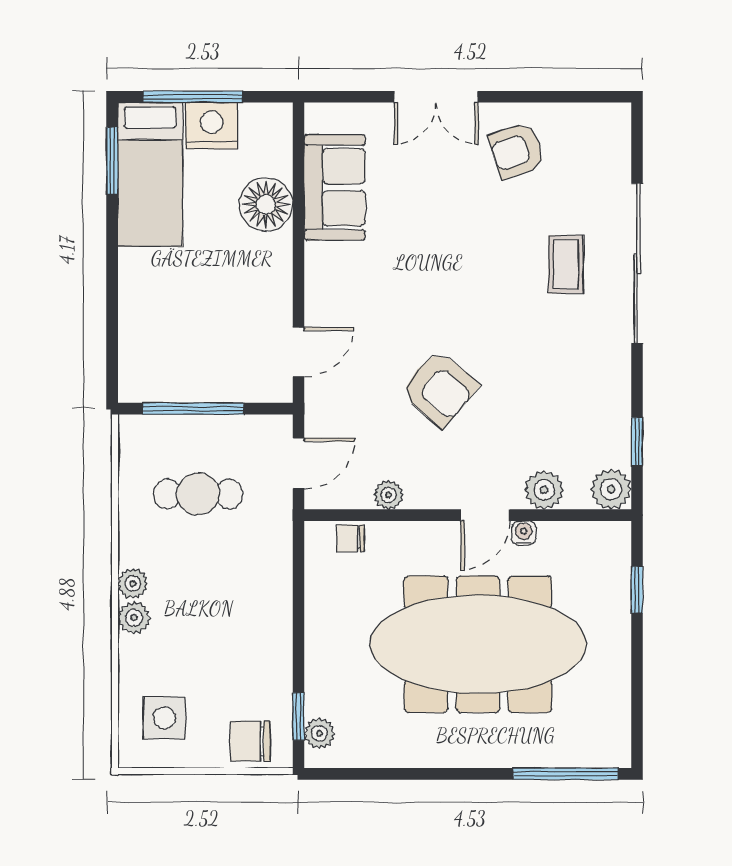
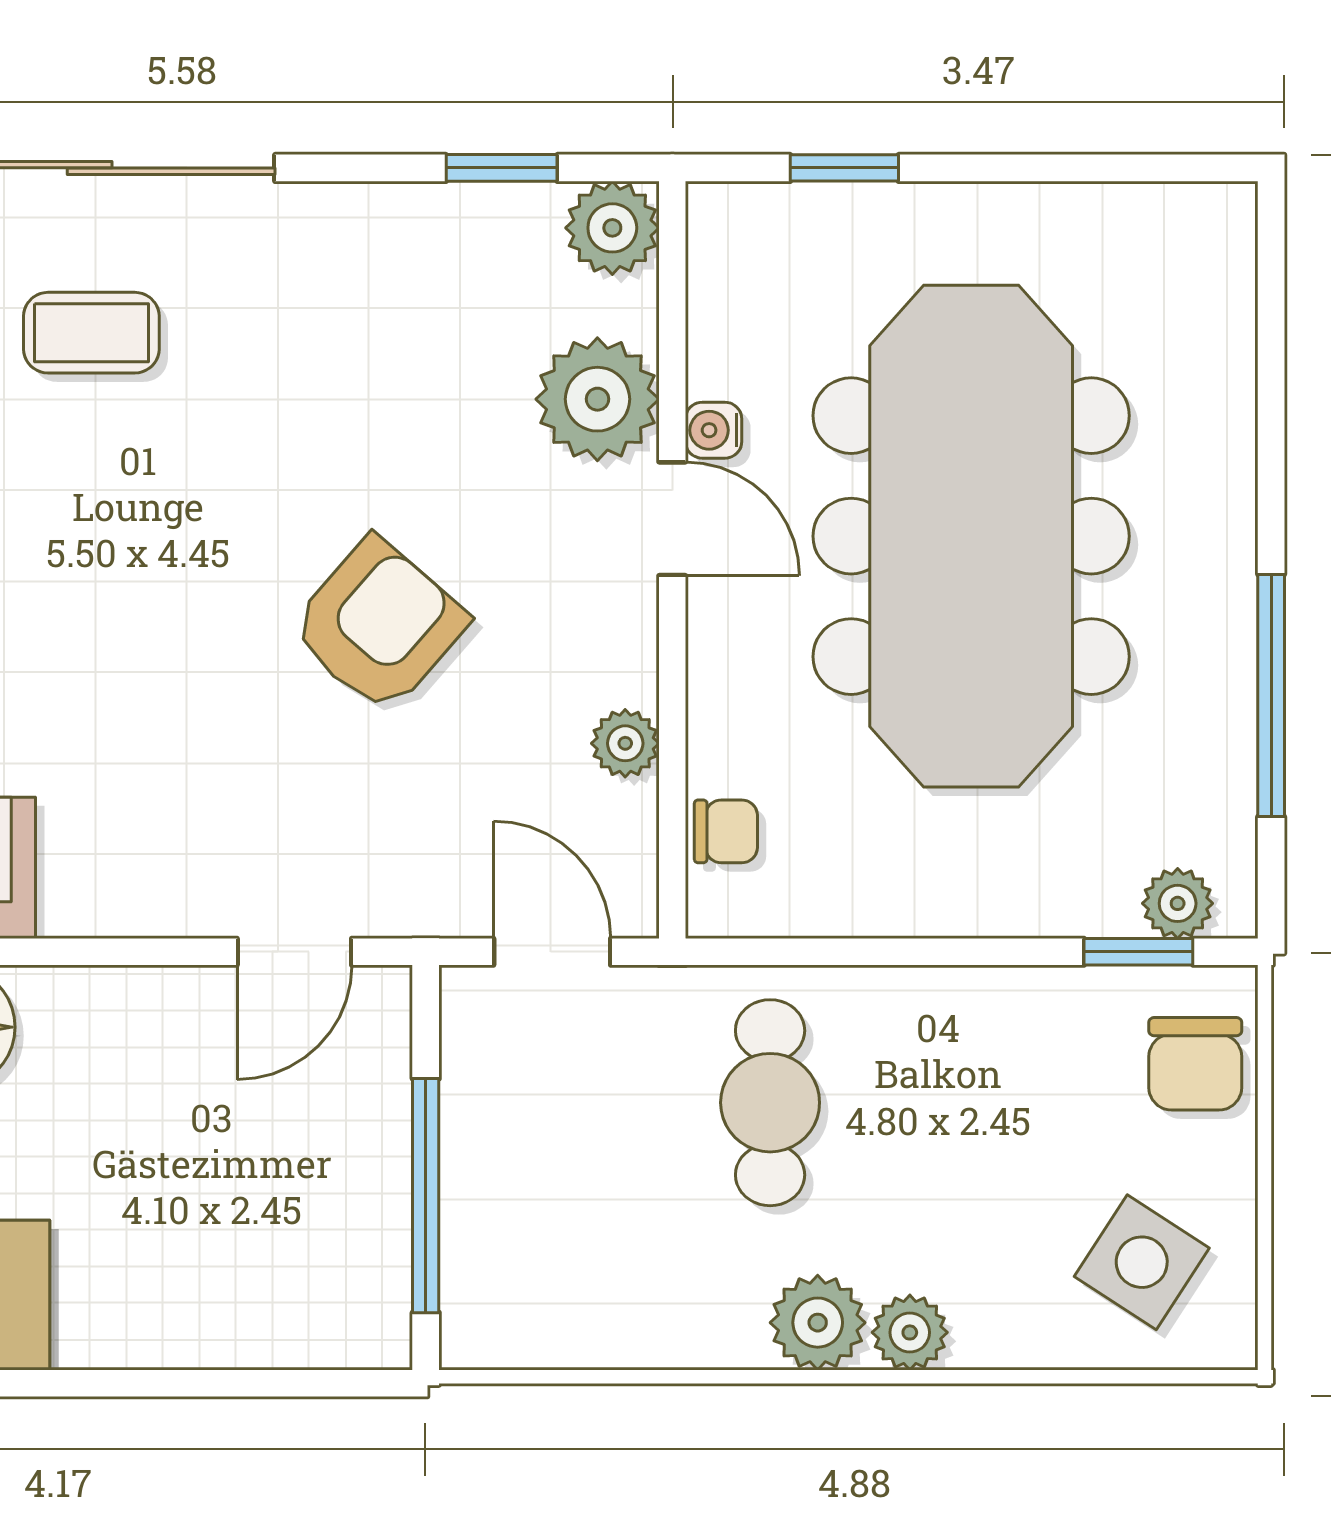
door: (298, 352) -> (294, 952), swing flipped
plant: (544, 490) -> (597, 399), width x1.36, depth x1.36
cafe table: (198, 494) -> (770, 1103), moved
chair: (350, 538) -> (726, 831), turned -90
plant: (133, 584) -> (818, 1323), width x1.38, depth x1.38
side table: (164, 718) -> (1142, 1262), turned 33
window: (565, 774) -> (1271, 696), moved

